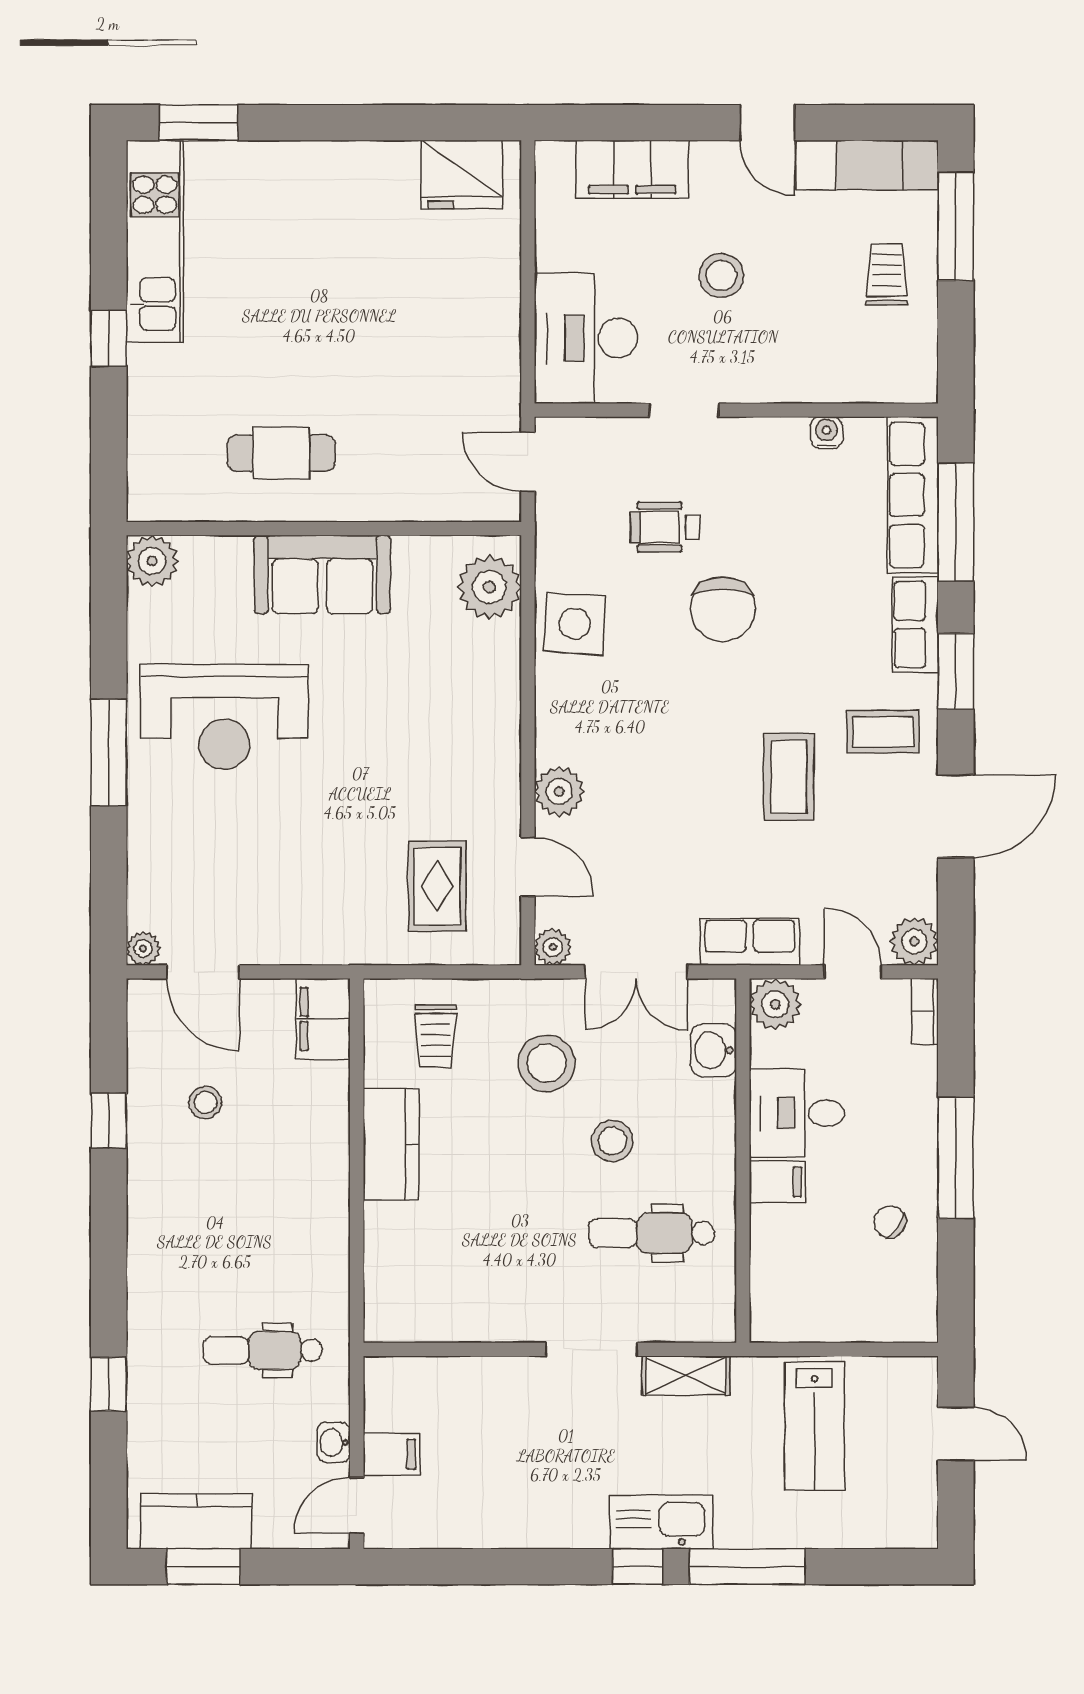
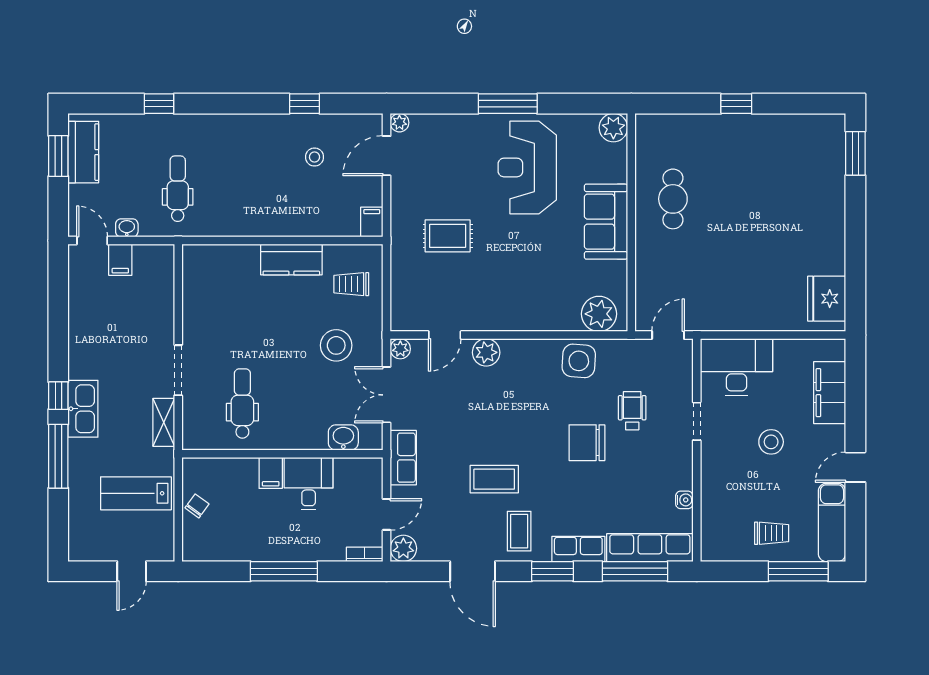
kitchen unit: (155, 241) -> (790, 129), removed
rug: (437, 886) -> (448, 236), moved
plant: (775, 1004) -> (369, 472), removed
filing cabinet: (323, 1019) -> (372, 222), width x0.50
stool: (612, 1141) -> (293, 382), removed
chair: (890, 1222) -> (197, 506), moved

